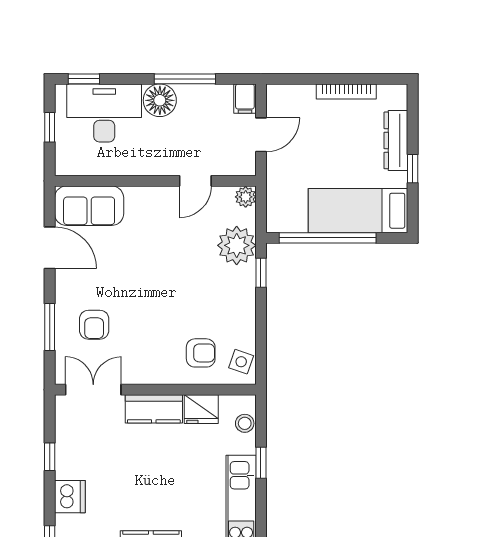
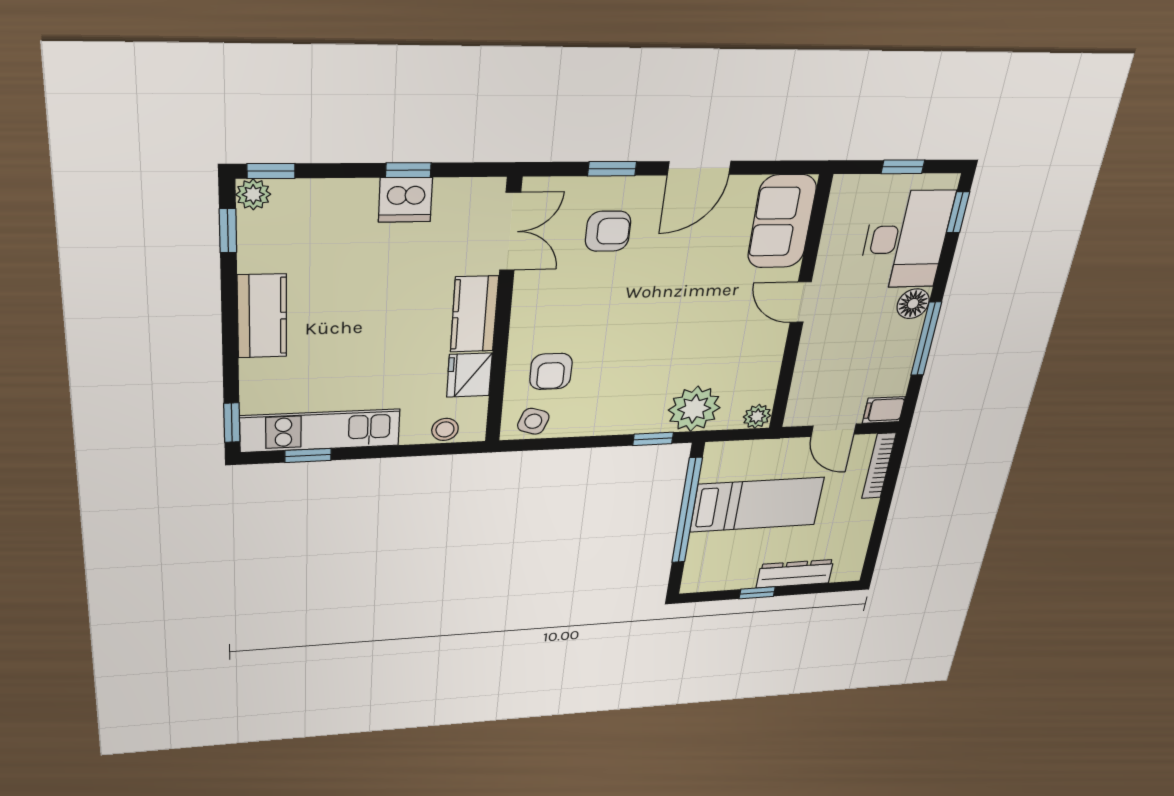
bookcase: (346, 91) -> (879, 466), moved
floor lamp: (160, 100) -> (913, 304), width x0.73, depth x0.73
door: (195, 181) -> (801, 302), moved
bed: (358, 211) -> (757, 505), moved, turned 90
door: (50, 248) -> (699, 168), moved
armchair: (94, 325) -> (608, 231), turned 180
window: (50, 327) -> (612, 169), width x0.67
window: (261, 463) -> (308, 455), moved
dishwasher: (70, 497) -> (405, 200), moved

